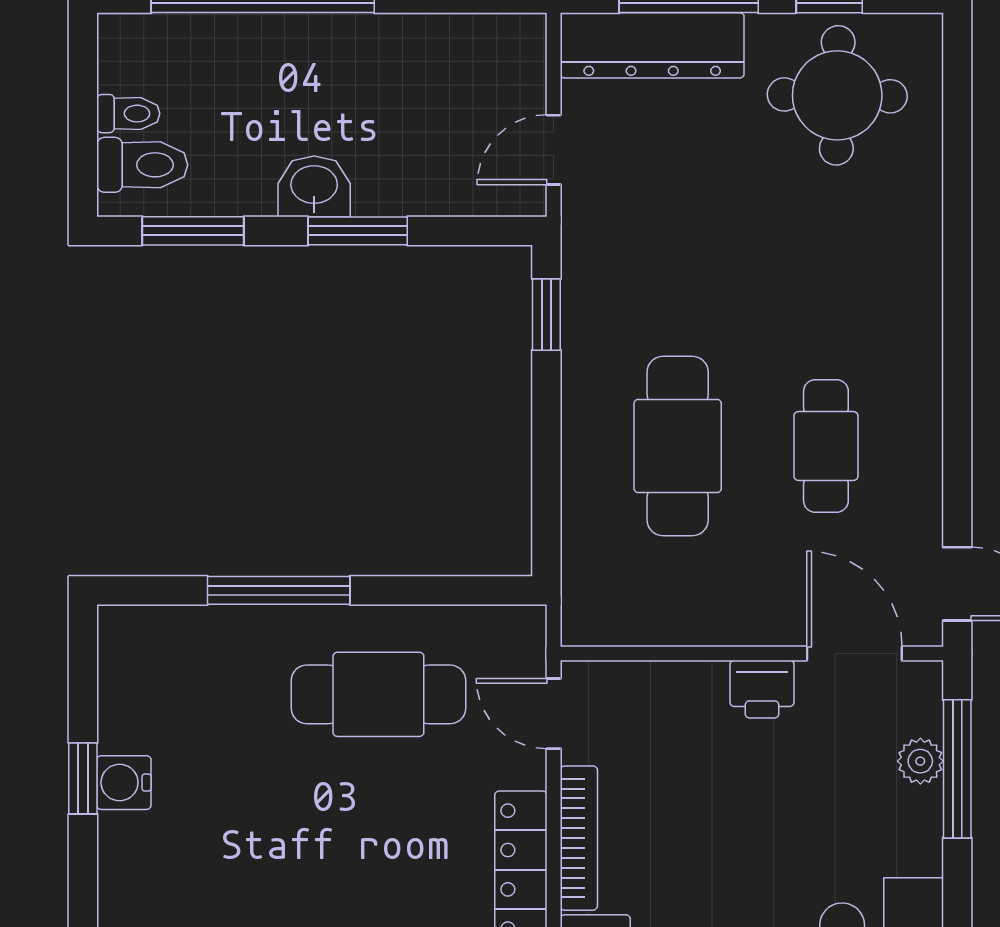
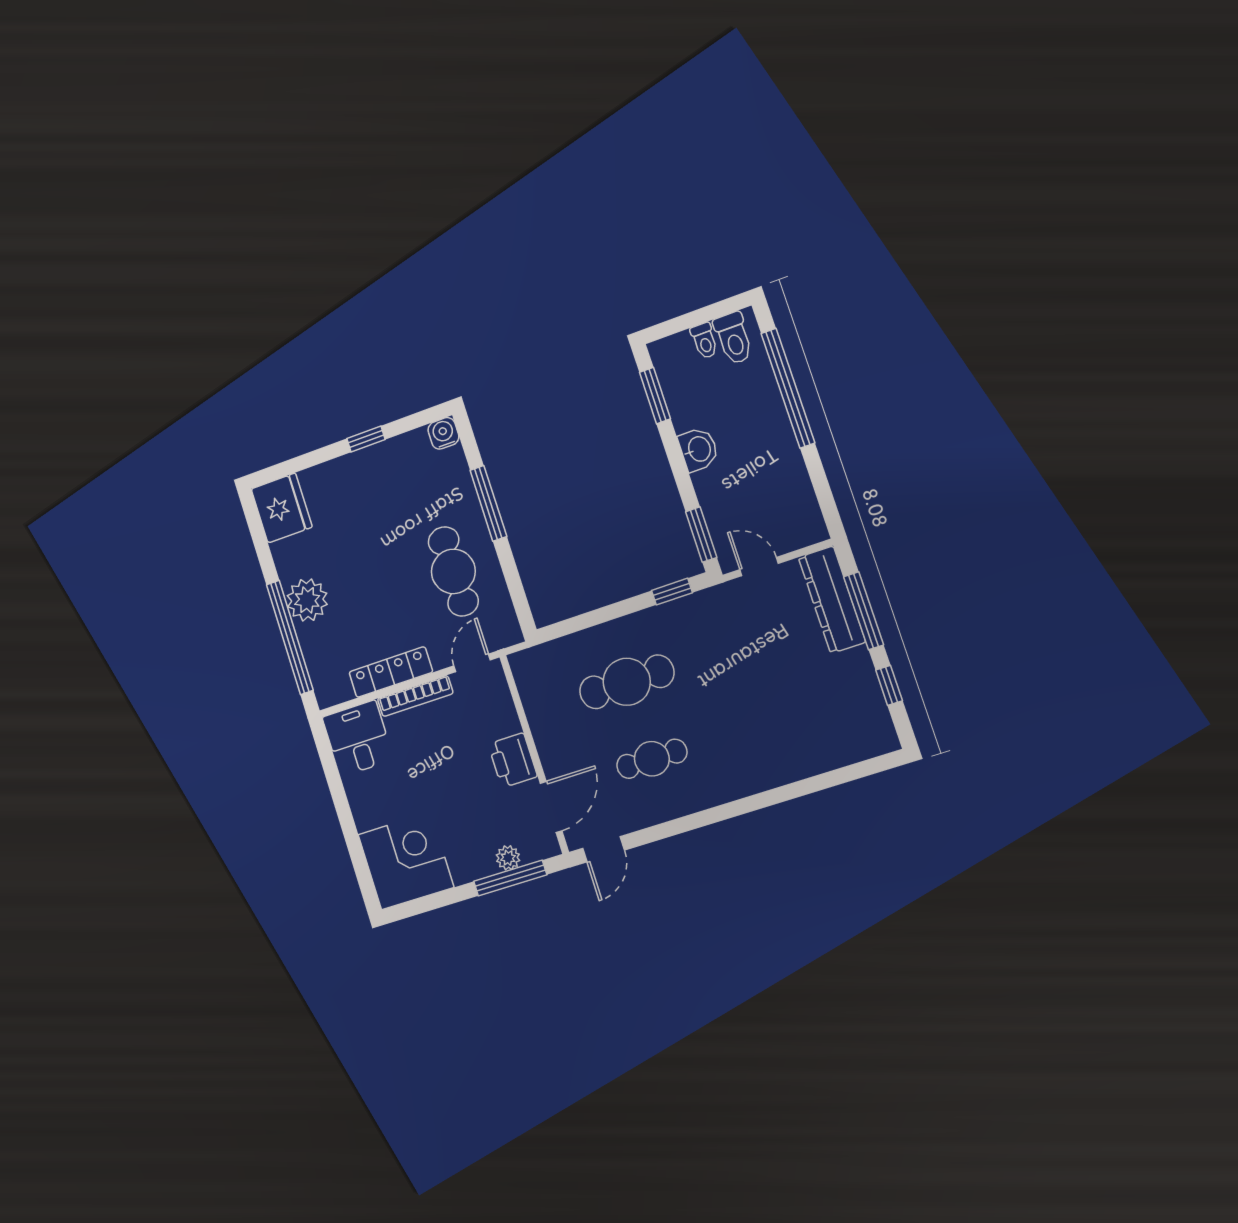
round table: (837, 95) -> (838, 706), removed
toilet: (142, 165) -> (733, 338), moved
window: (358, 231) -> (701, 534), moved
printer: (762, 689) -> (513, 760), width x1.36, depth x1.24
water cooler: (124, 783) -> (443, 433), moved

